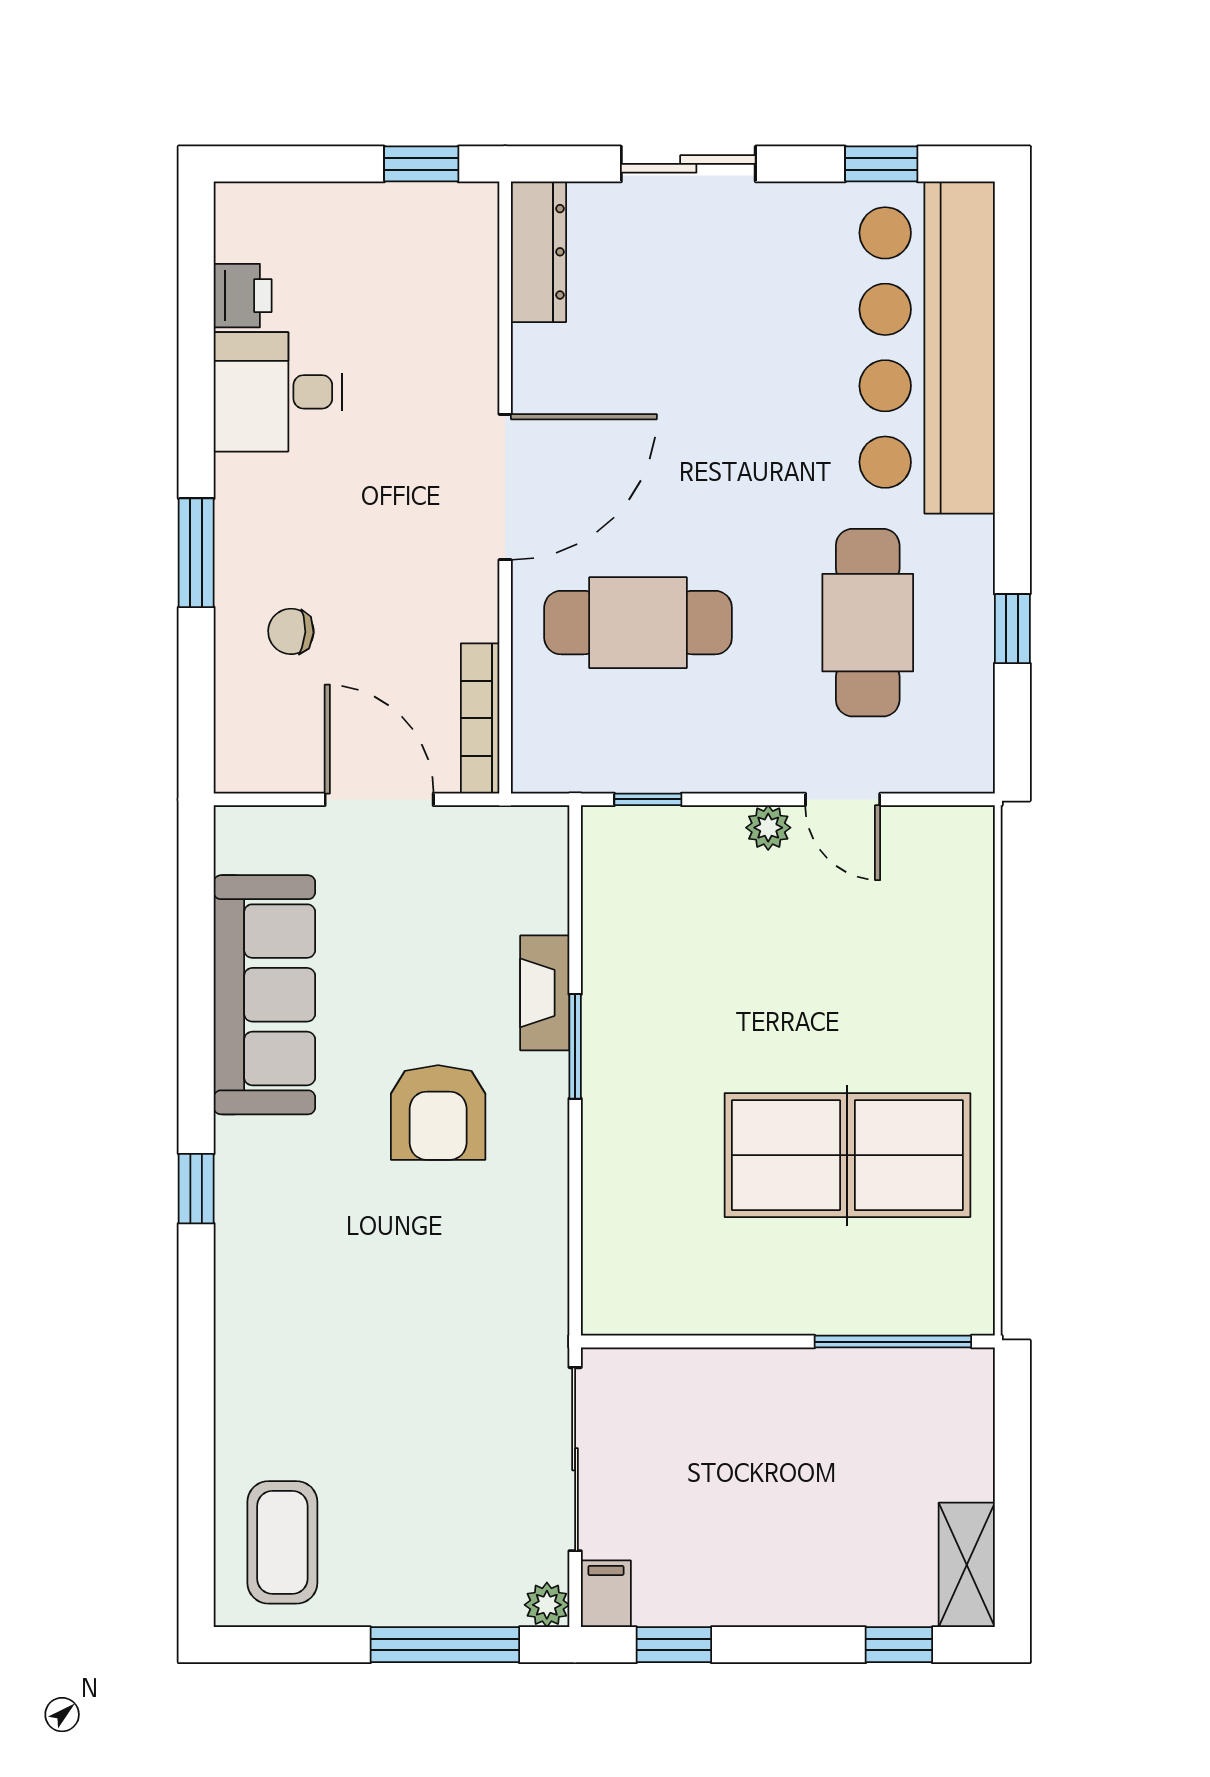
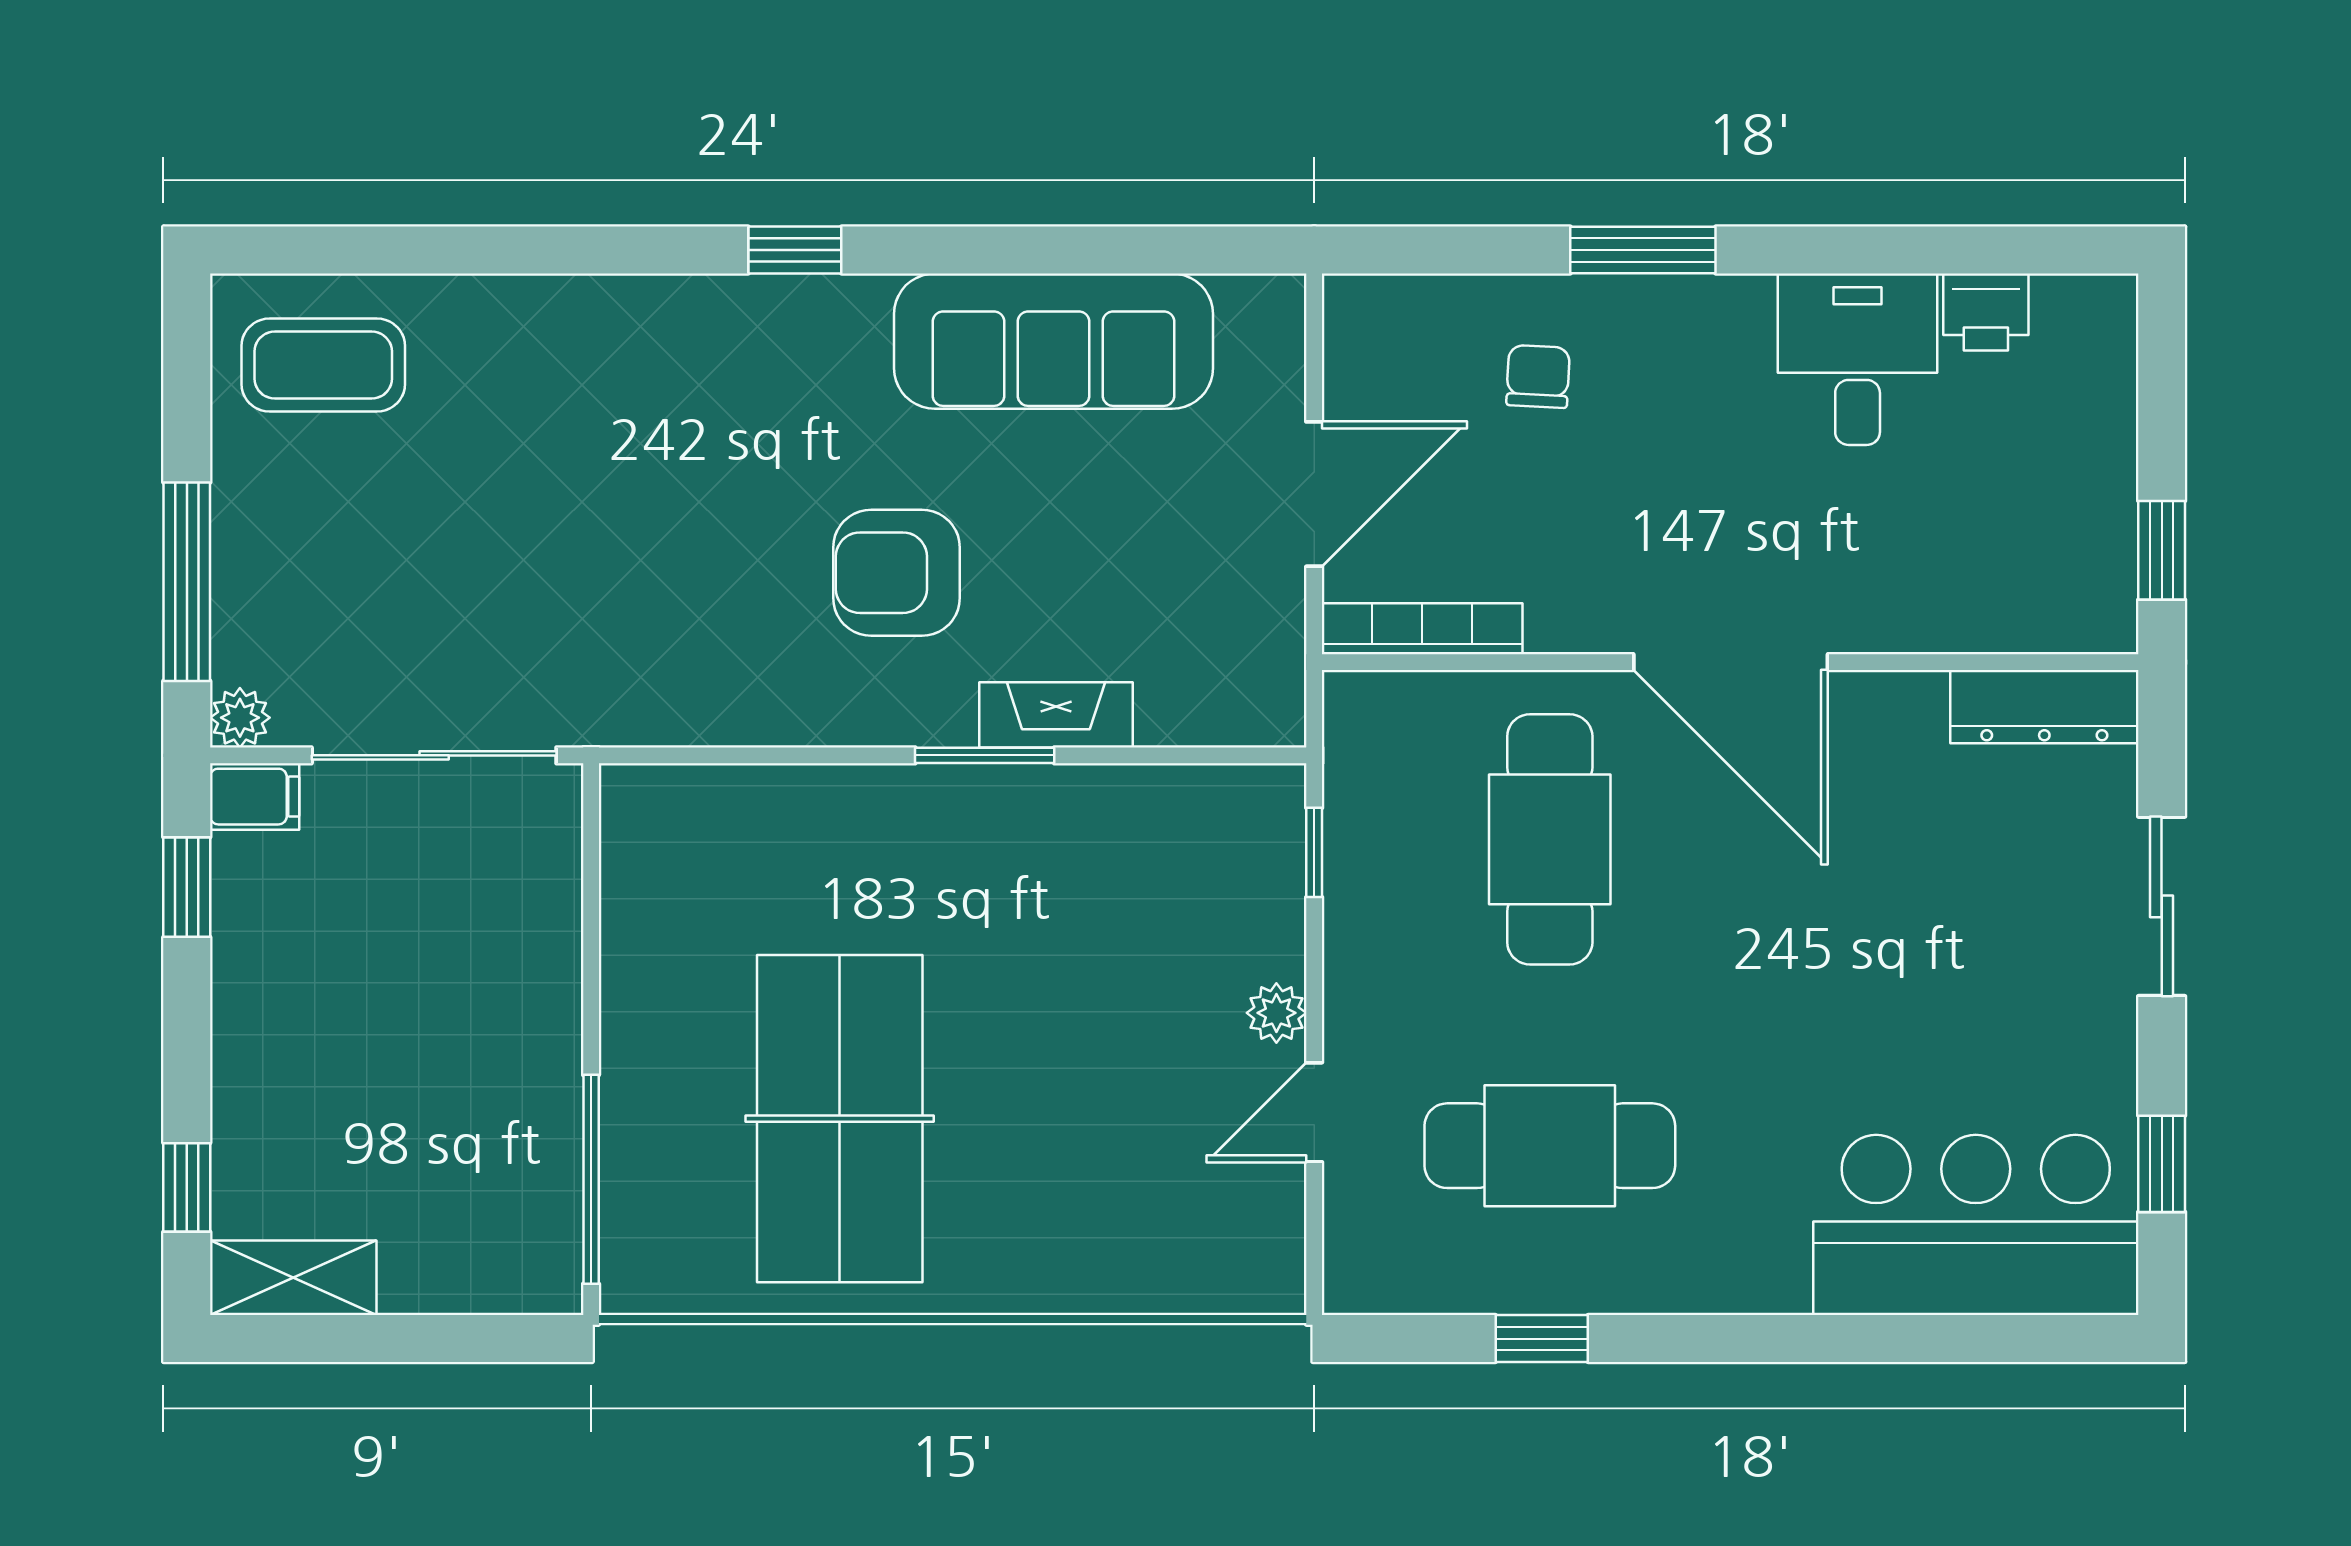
bar counter: (927, 348) -> (1976, 1225), width x0.73

